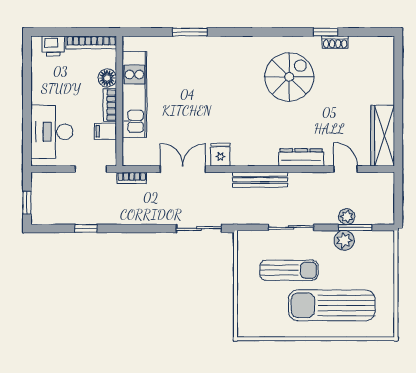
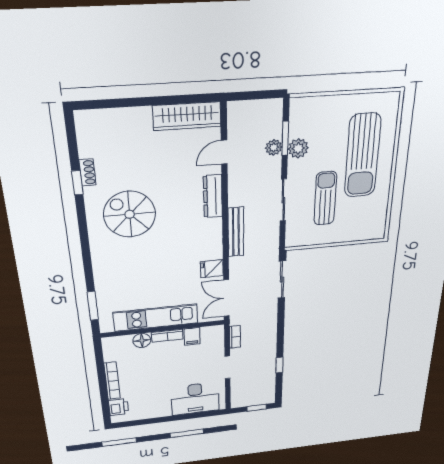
floor lamp: (107, 78) -> (142, 341), moved
kitchen unit: (134, 94) -> (156, 318), moved
wall: (119, 101) -> (163, 329), moved
bookcase: (110, 105) -> (167, 336), moved
filing cabinet: (105, 131) -> (192, 336), moved

